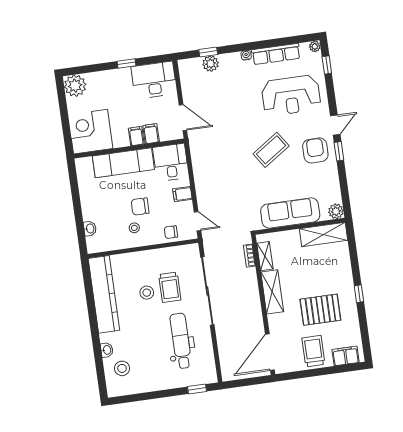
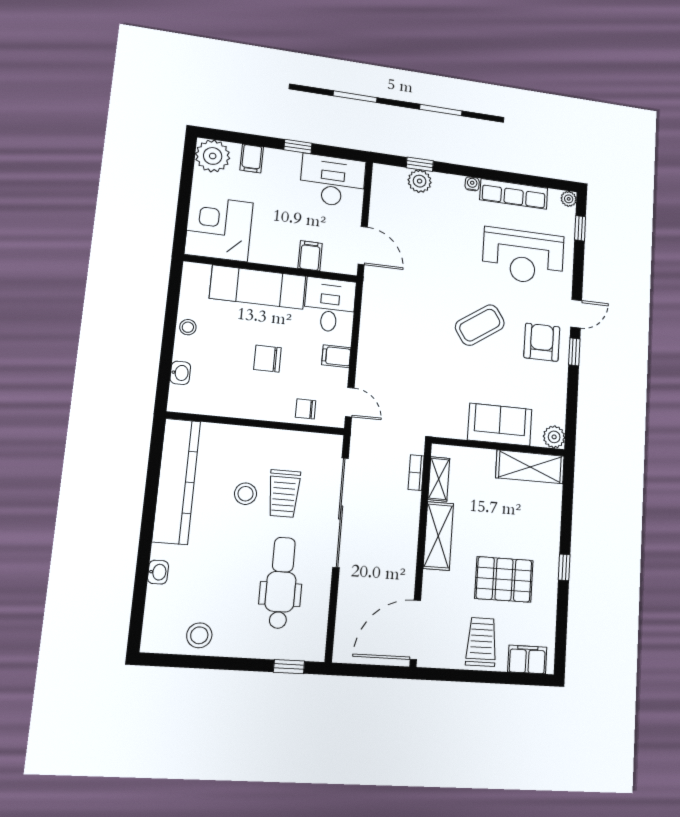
filing cabinet: (136, 136) -> (252, 158), moved, turned 180
sofa: (290, 213) -> (500, 425), width x0.73
stool: (134, 228) -> (188, 327), moved
stool: (122, 368) -> (199, 635), moved

